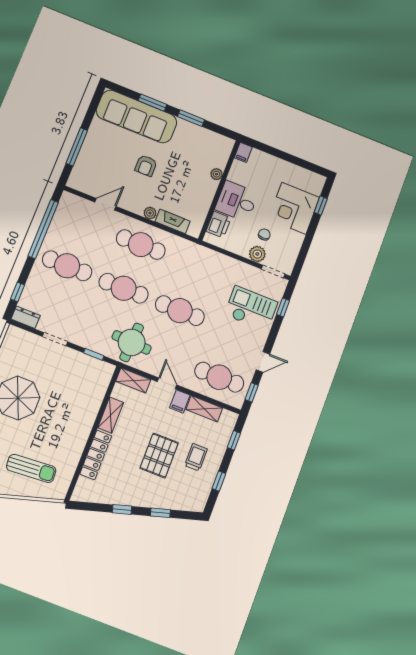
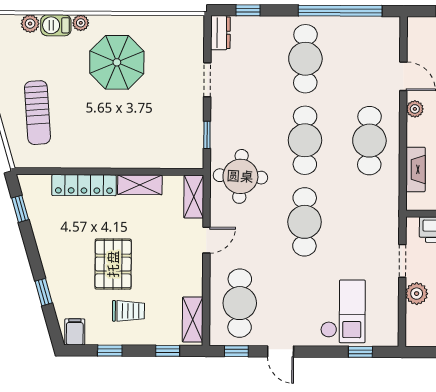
plant: (150, 213) -> (415, 109), moved
doorway: (273, 271) -> (402, 261), moved
filing cabinet: (180, 401) -> (75, 332), moved, turned 90
shelving: (204, 409) -> (193, 319), moved
pallet: (159, 455) -> (113, 264), turned 90
window: (122, 509) -> (20, 209), moved

